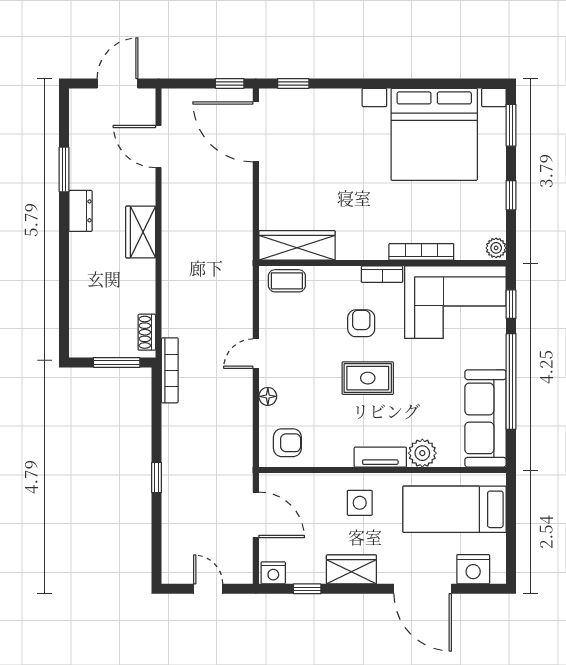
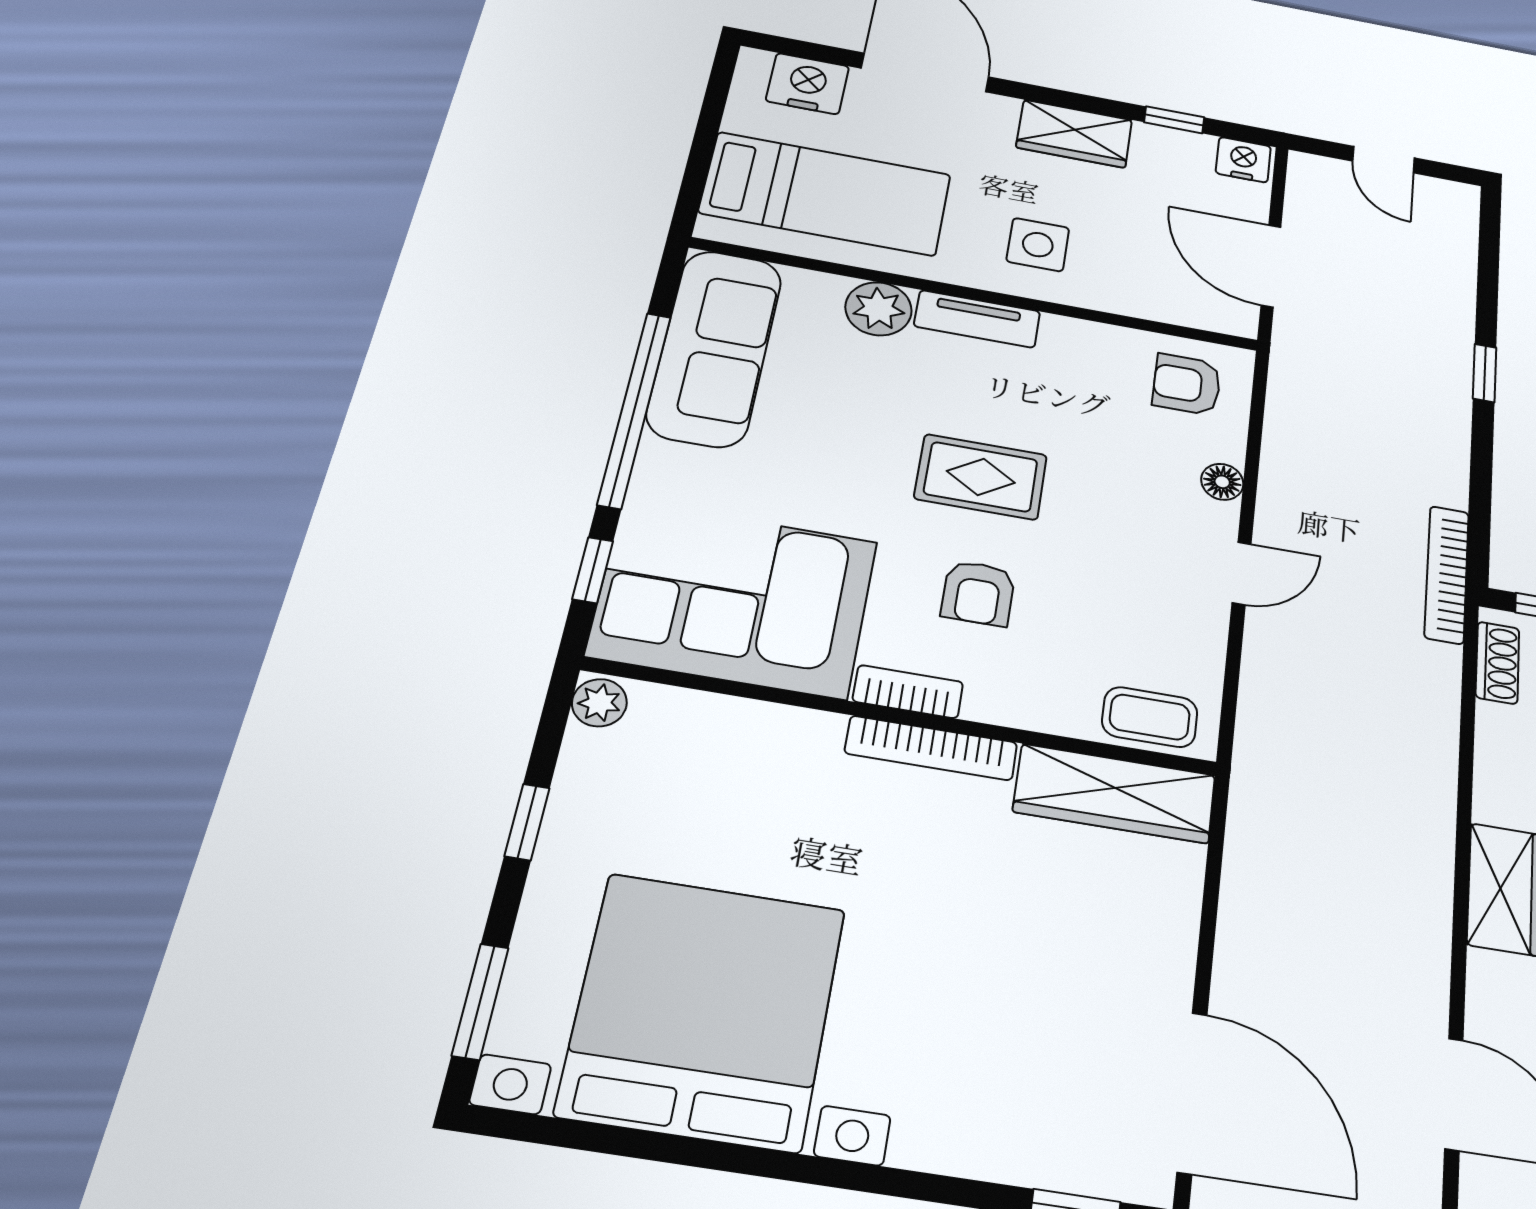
bookcase: (421, 252) -> (931, 748), moved

